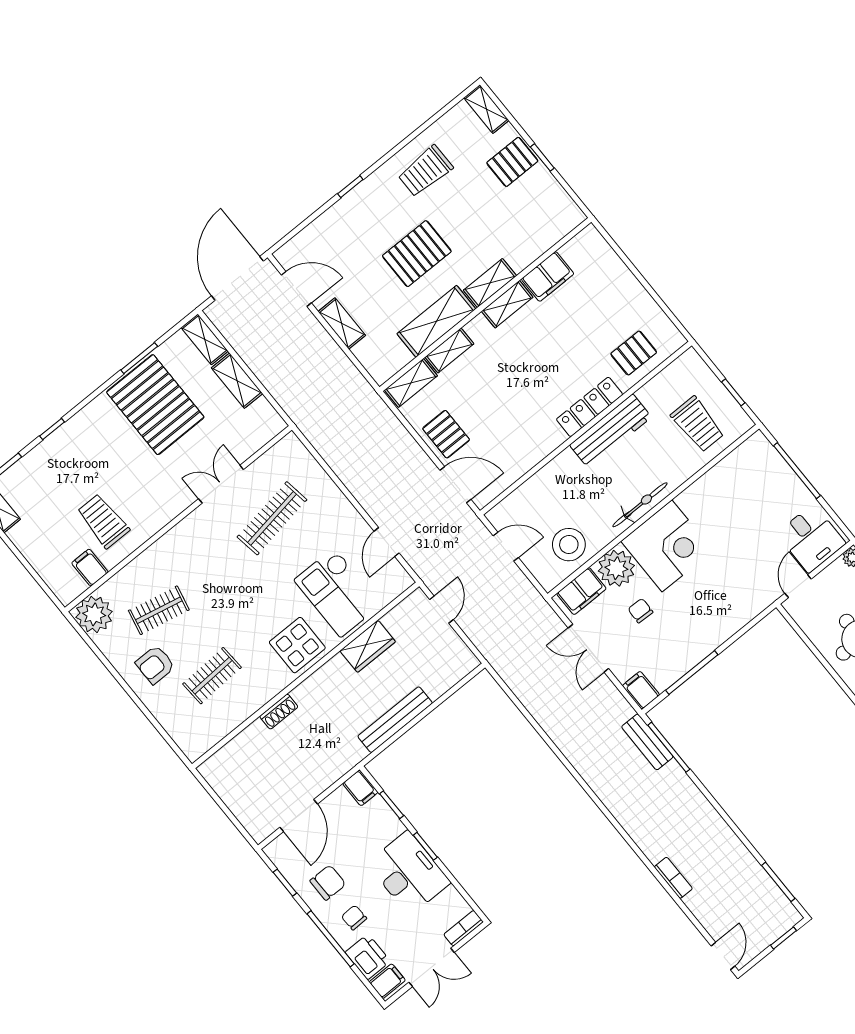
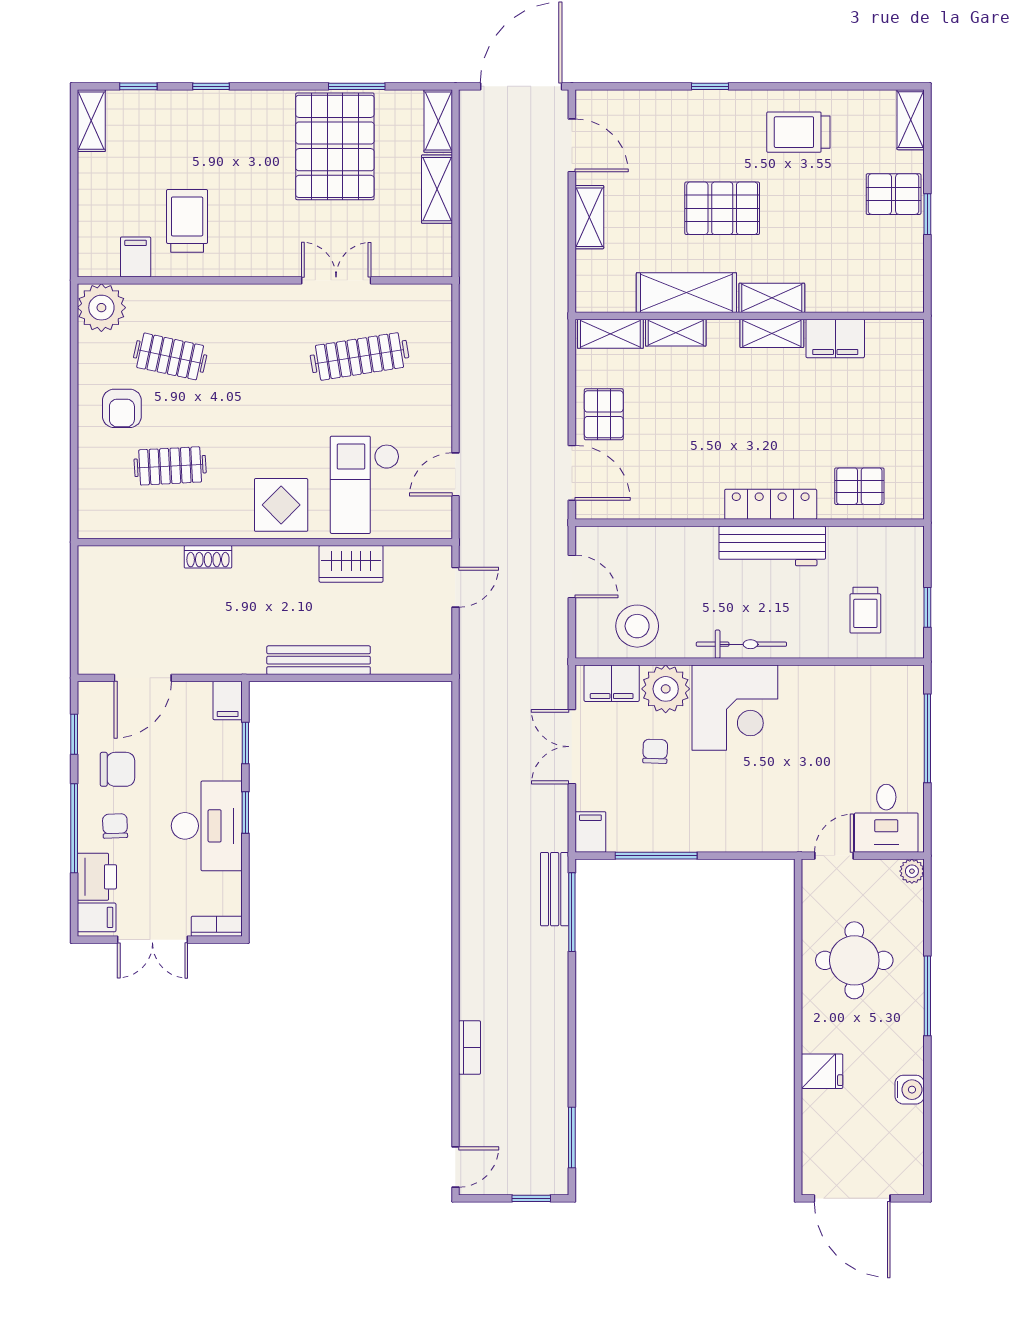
trolley: (698, 424) -> (865, 610), width x0.73, depth x0.72
armchair: (155, 665) -> (122, 408), turned -90

